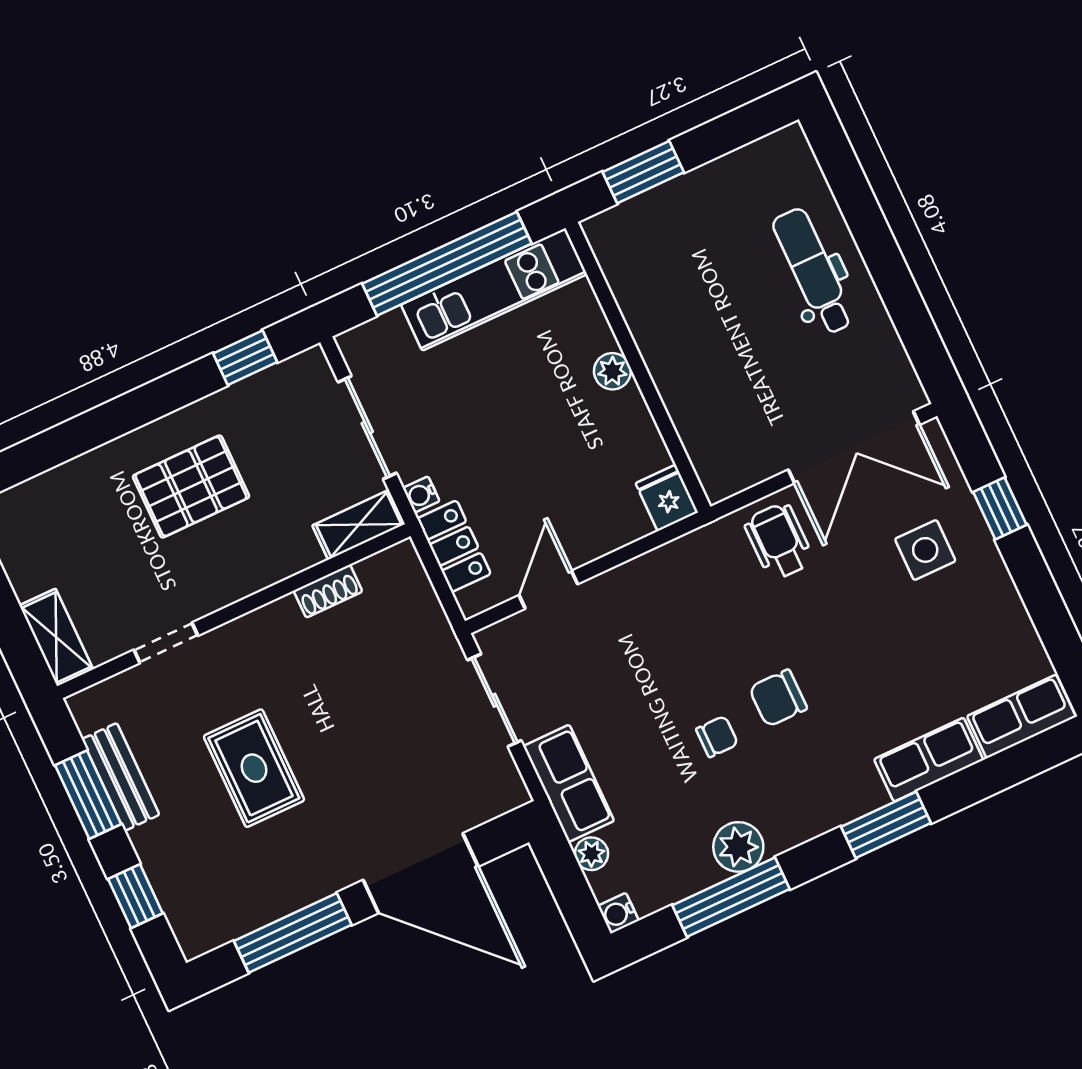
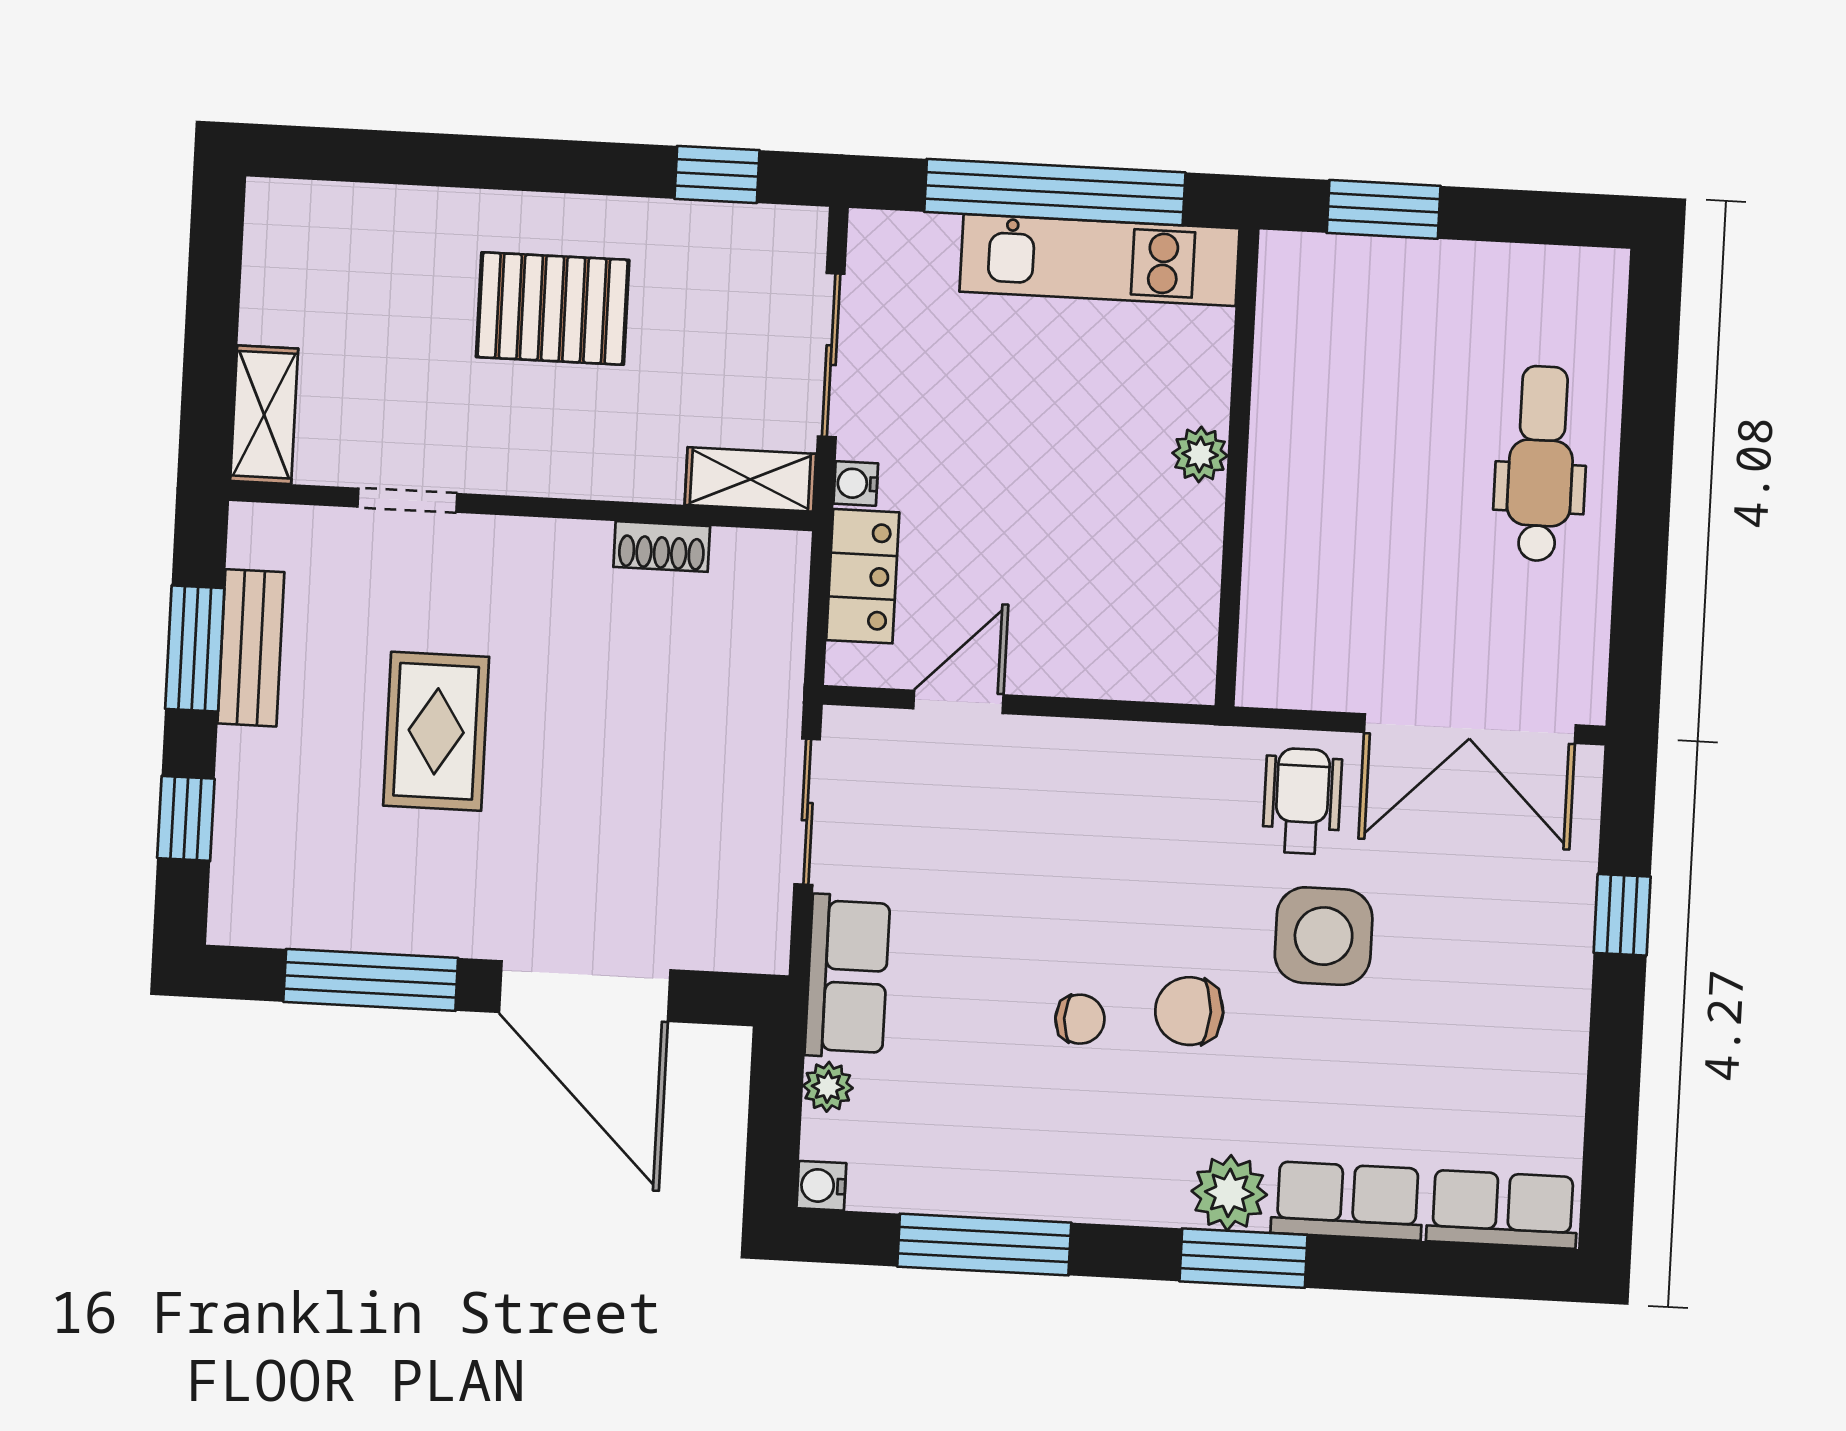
fridge: (667, 498) -> (1183, 663), removed
side table: (925, 550) -> (1324, 936), moved, width x1.37, depth x1.37
plant: (738, 847) -> (1229, 1193), moved

